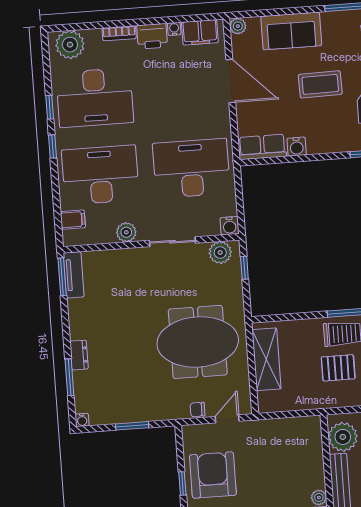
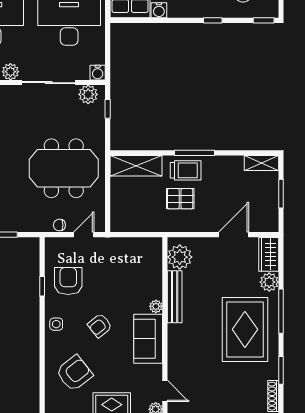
sliding door: (172, 242) -> (49, 83), width x1.37
shelving: (266, 359) -> (136, 166), moved, turned 90
armchair: (213, 475) -> (68, 281), width x0.73, depth x0.73

